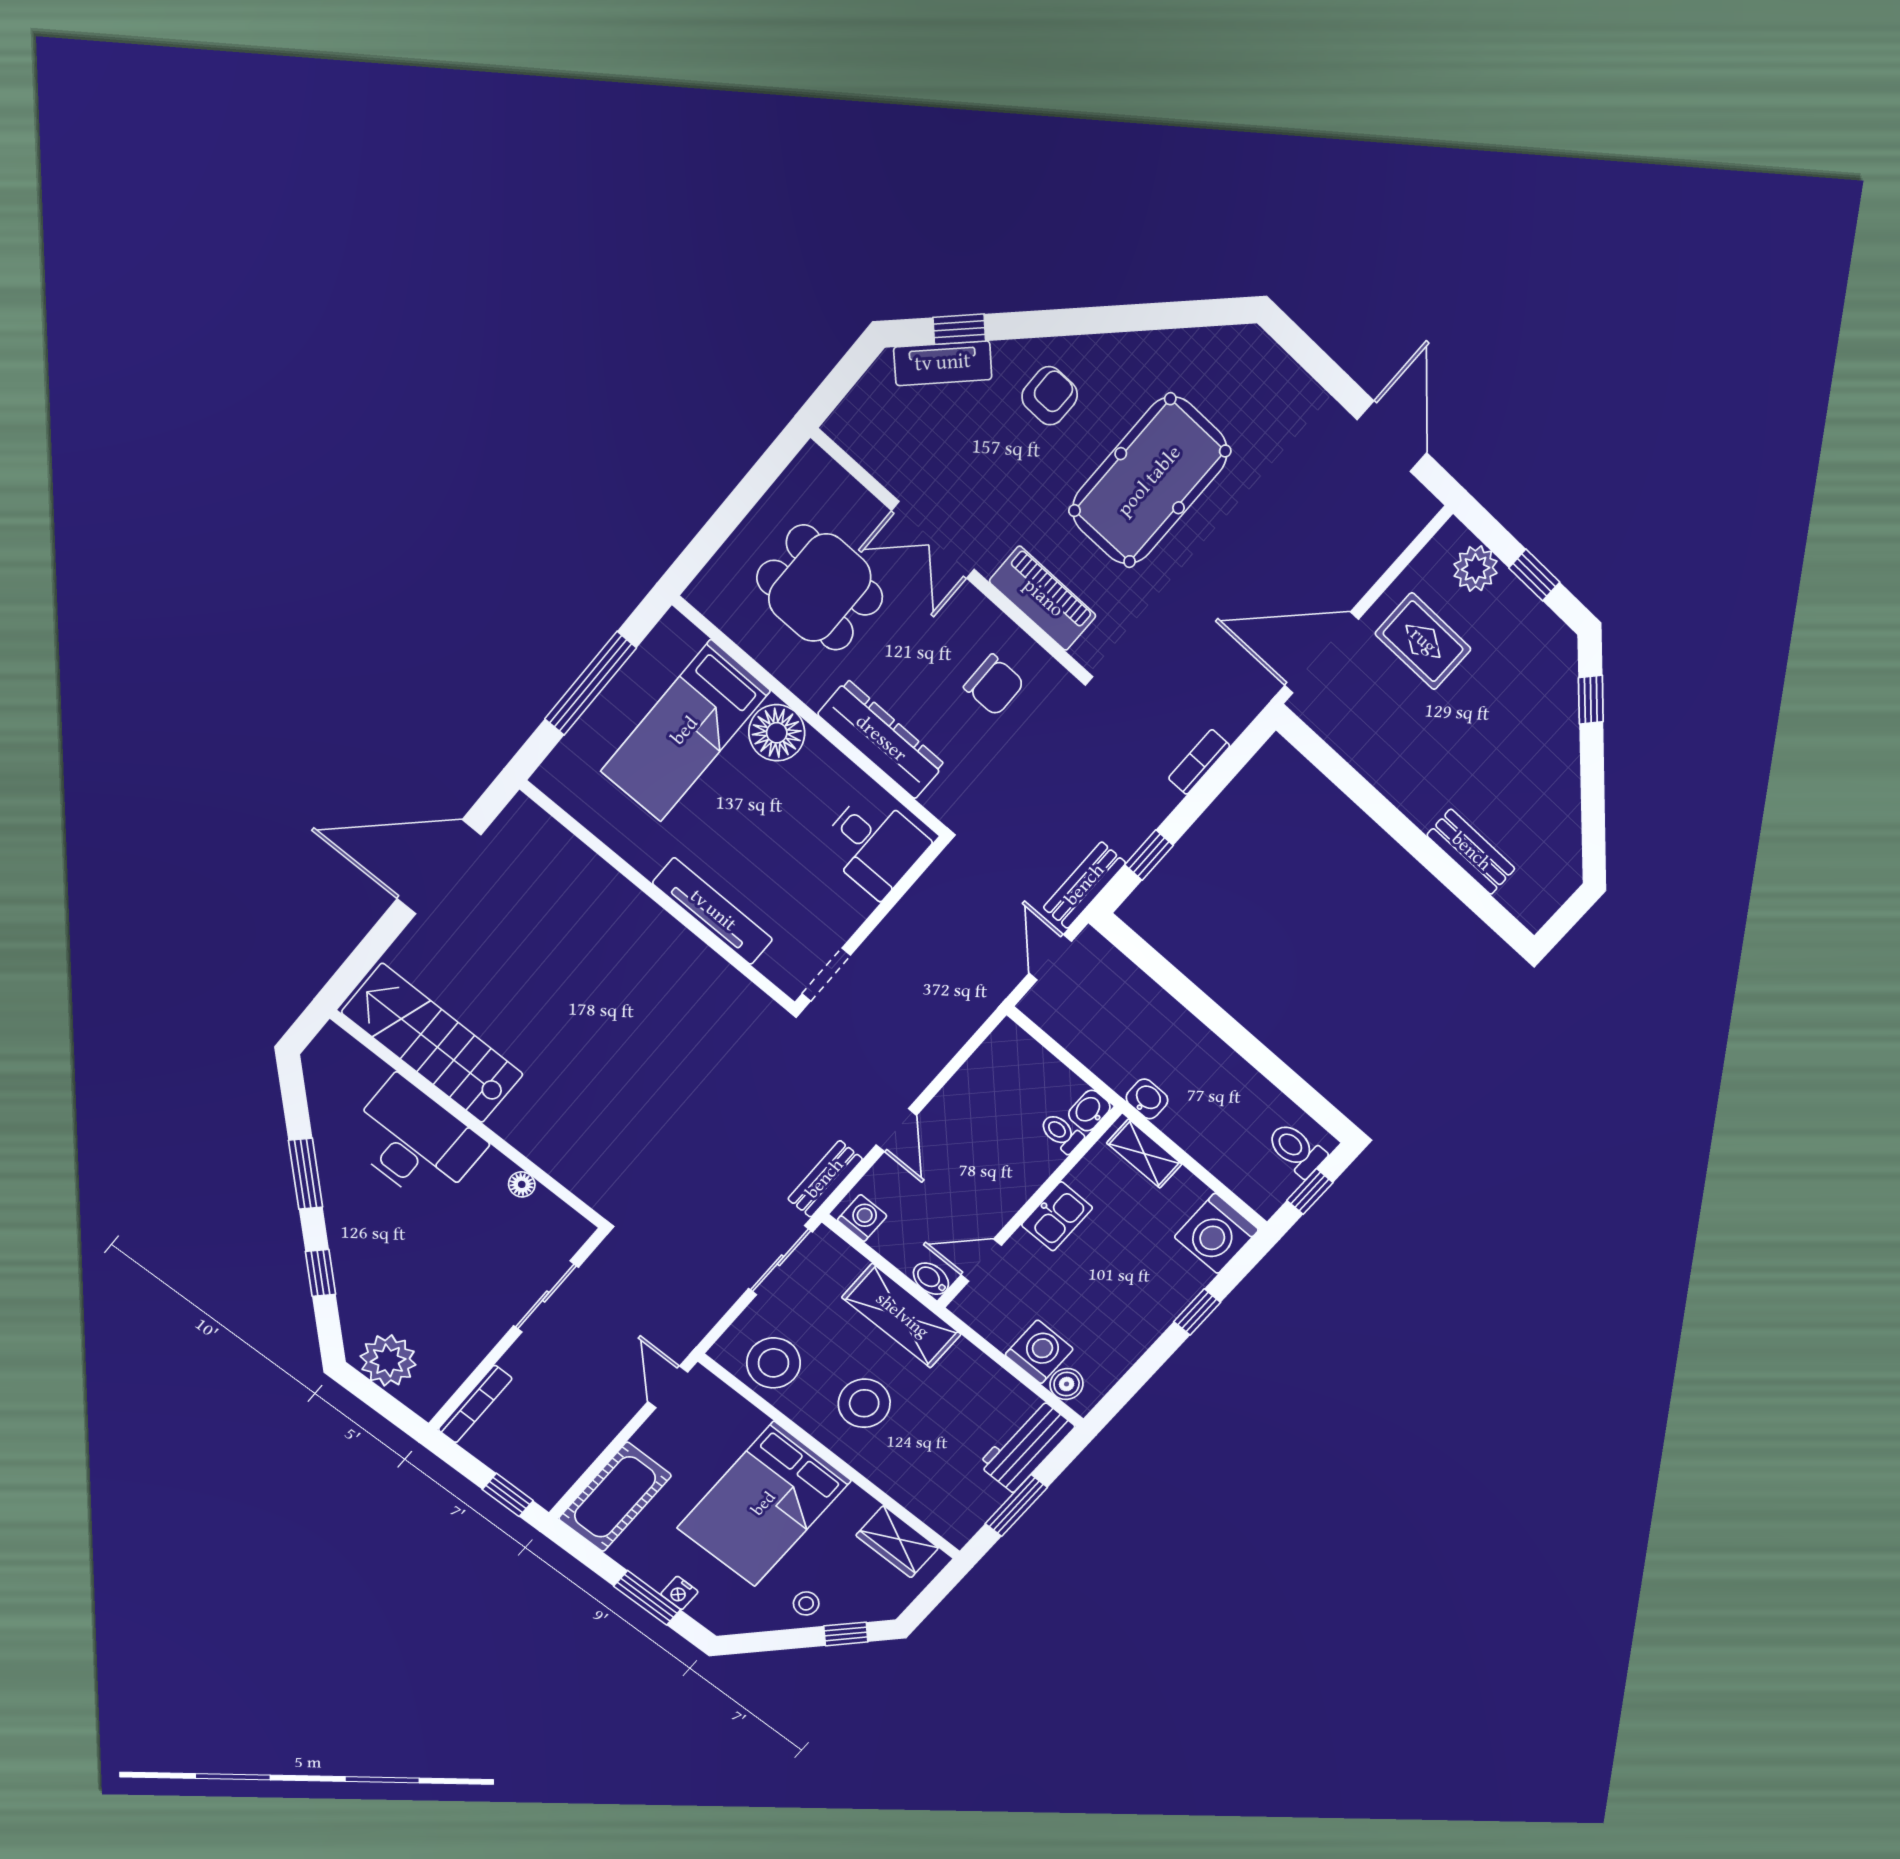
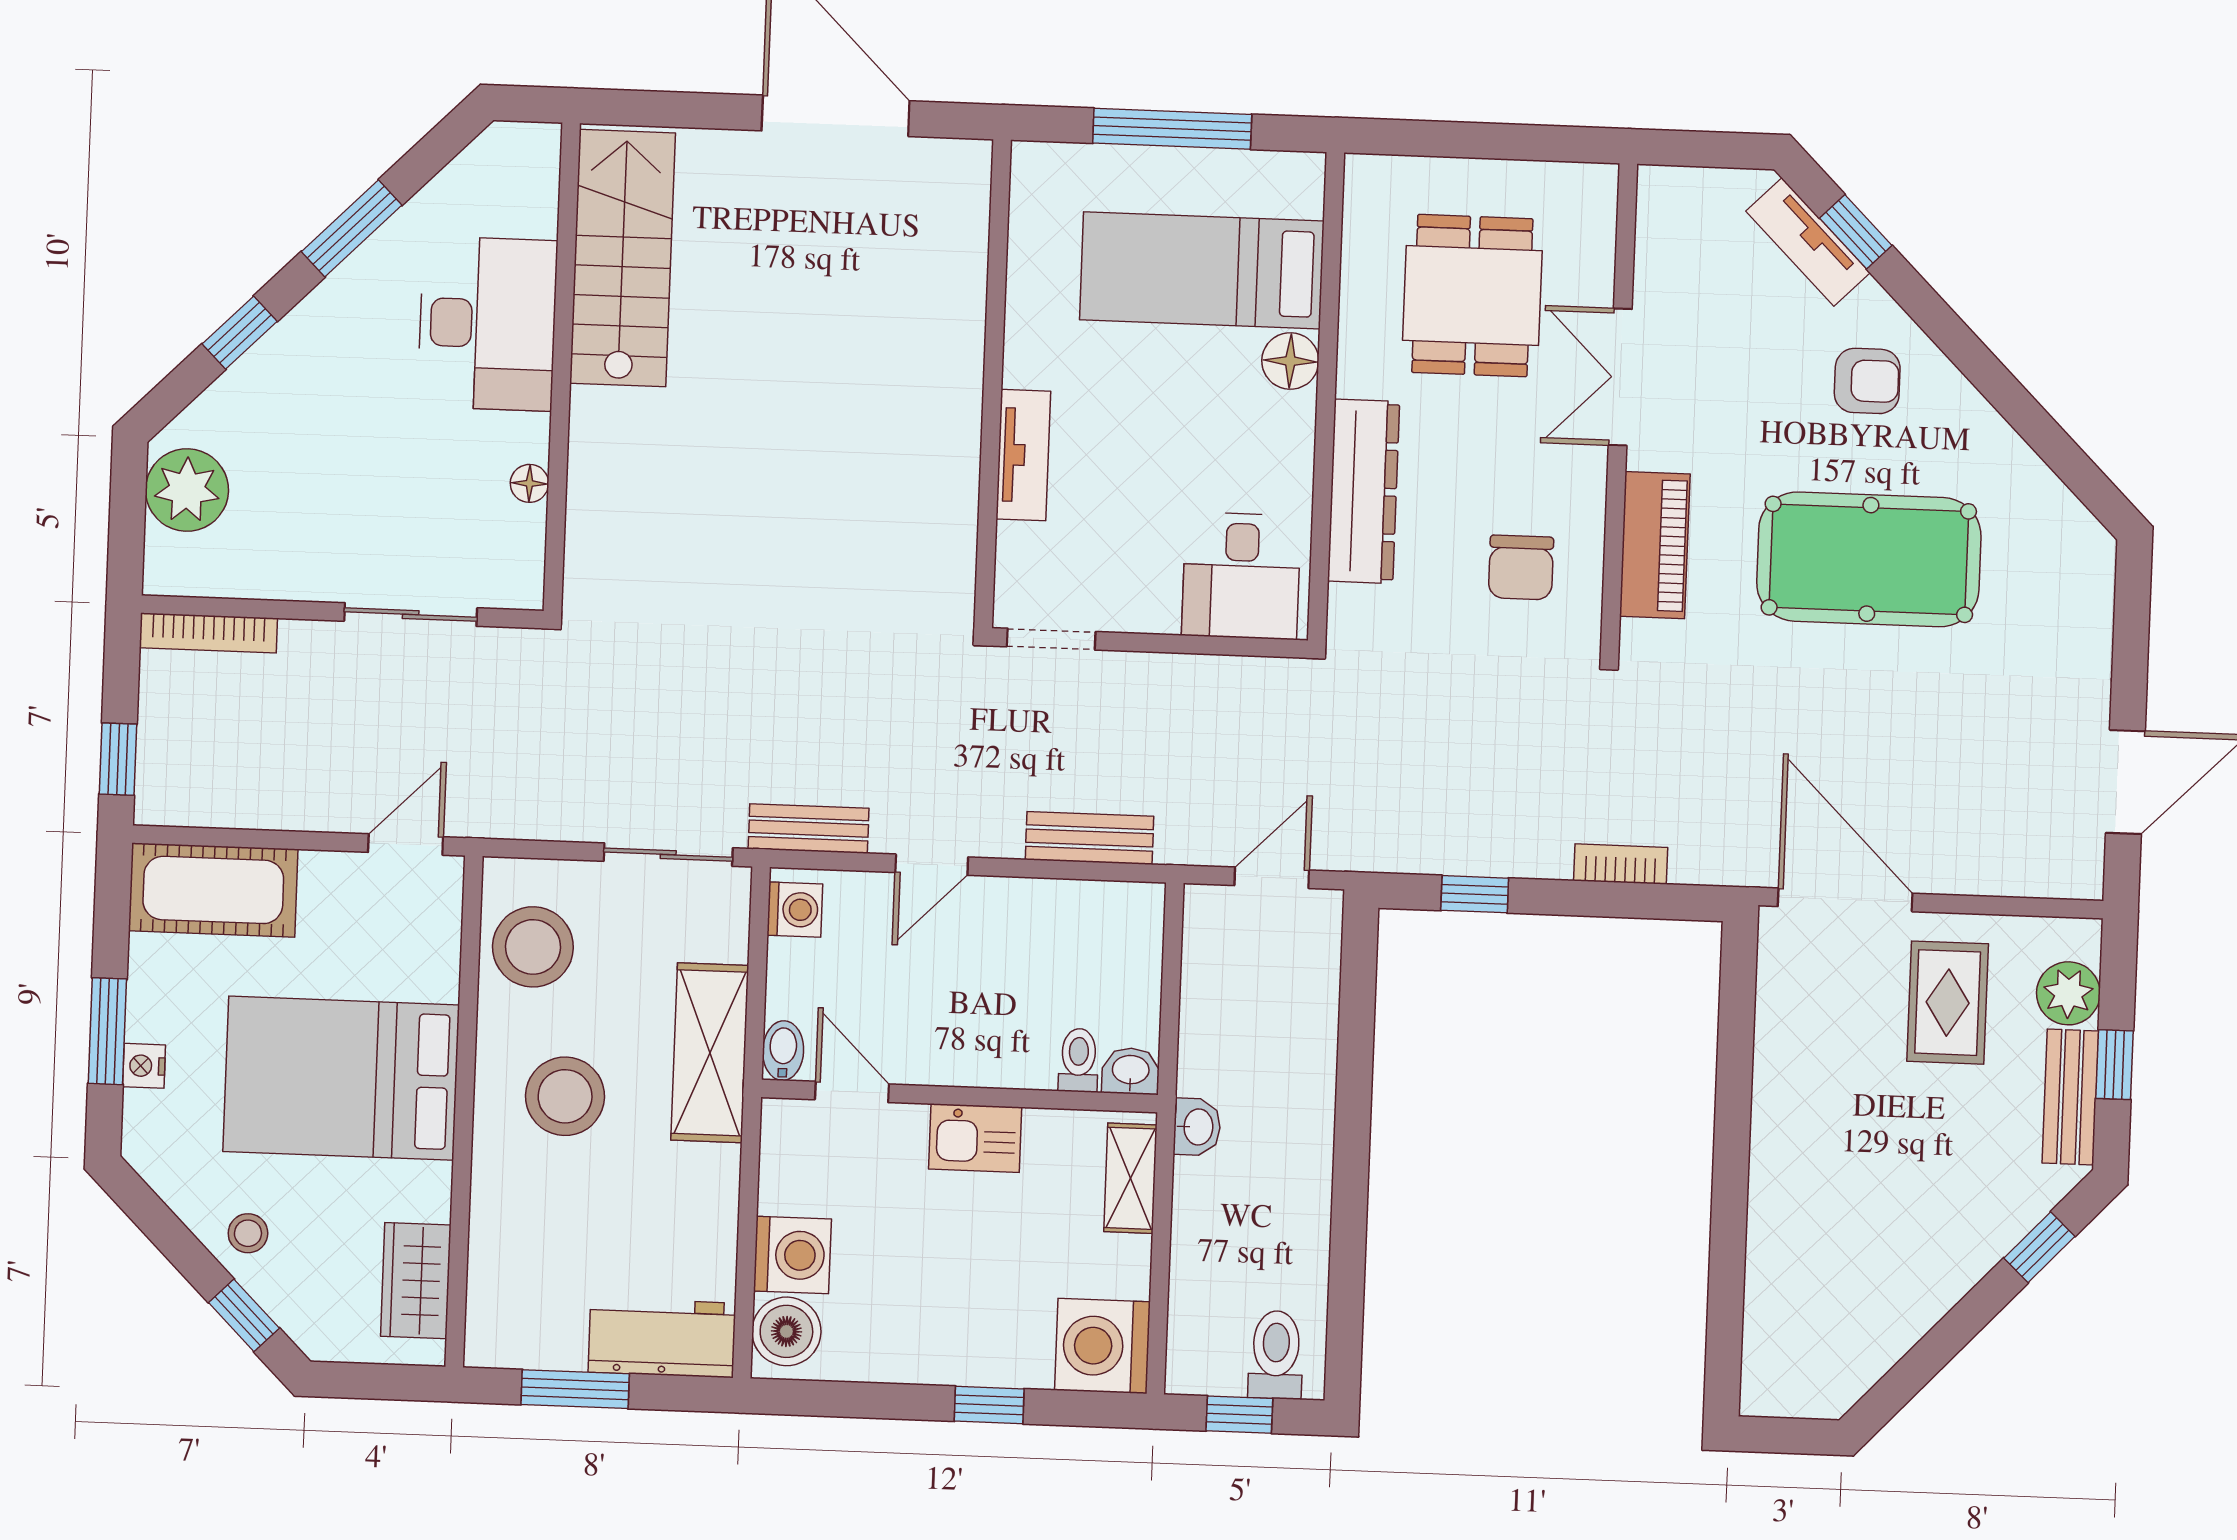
floor lamp: (777, 733) -> (1290, 361), width x0.73, depth x0.73
bench: (1471, 852) -> (2070, 1097), moved
bench: (1085, 885) -> (1090, 838), moved
tv unit: (713, 911) -> (1023, 455), width x0.71
boiler: (1067, 1384) -> (786, 1331), width x1.36, depth x1.36

